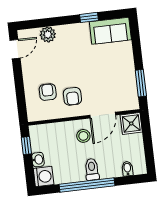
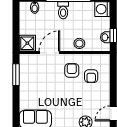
stool: (83, 136) -> (79, 43), moved
washbasin: (38, 160) -> (105, 37), moved

